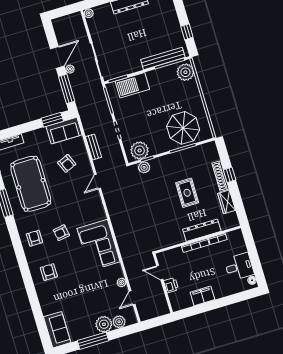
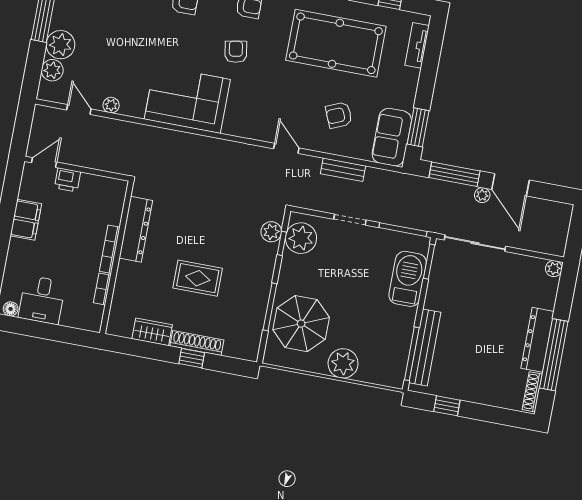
plant: (185, 72) -> (343, 363), moved
dresser: (202, 230) -> (136, 229), moved
door: (160, 272) -> (44, 162), moved

